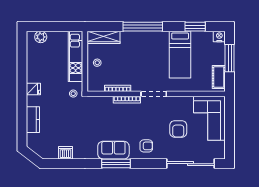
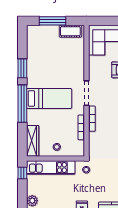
window: (70, 27) -> (22, 173), added
window: (195, 27) -> (22, 68), moved
nightstand: (219, 36) -> (32, 31), removed
bed: (180, 55) -> (49, 98), moved

